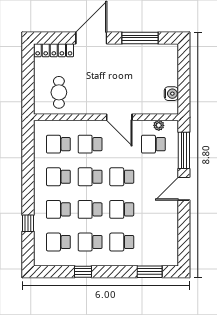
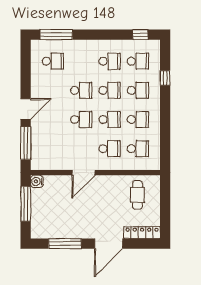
window: (184, 82) -> (26, 204), added
water cooler: (171, 94) -> (37, 181), moved
door: (119, 117) -> (83, 173), swing flipped
plant: (159, 125) -> (48, 165), removed
school desk: (153, 144) -> (53, 149), removed
school desk: (122, 242) -> (53, 61), moved
window: (83, 272) -> (140, 35), moved
window: (150, 272) -> (56, 35), width x1.44

